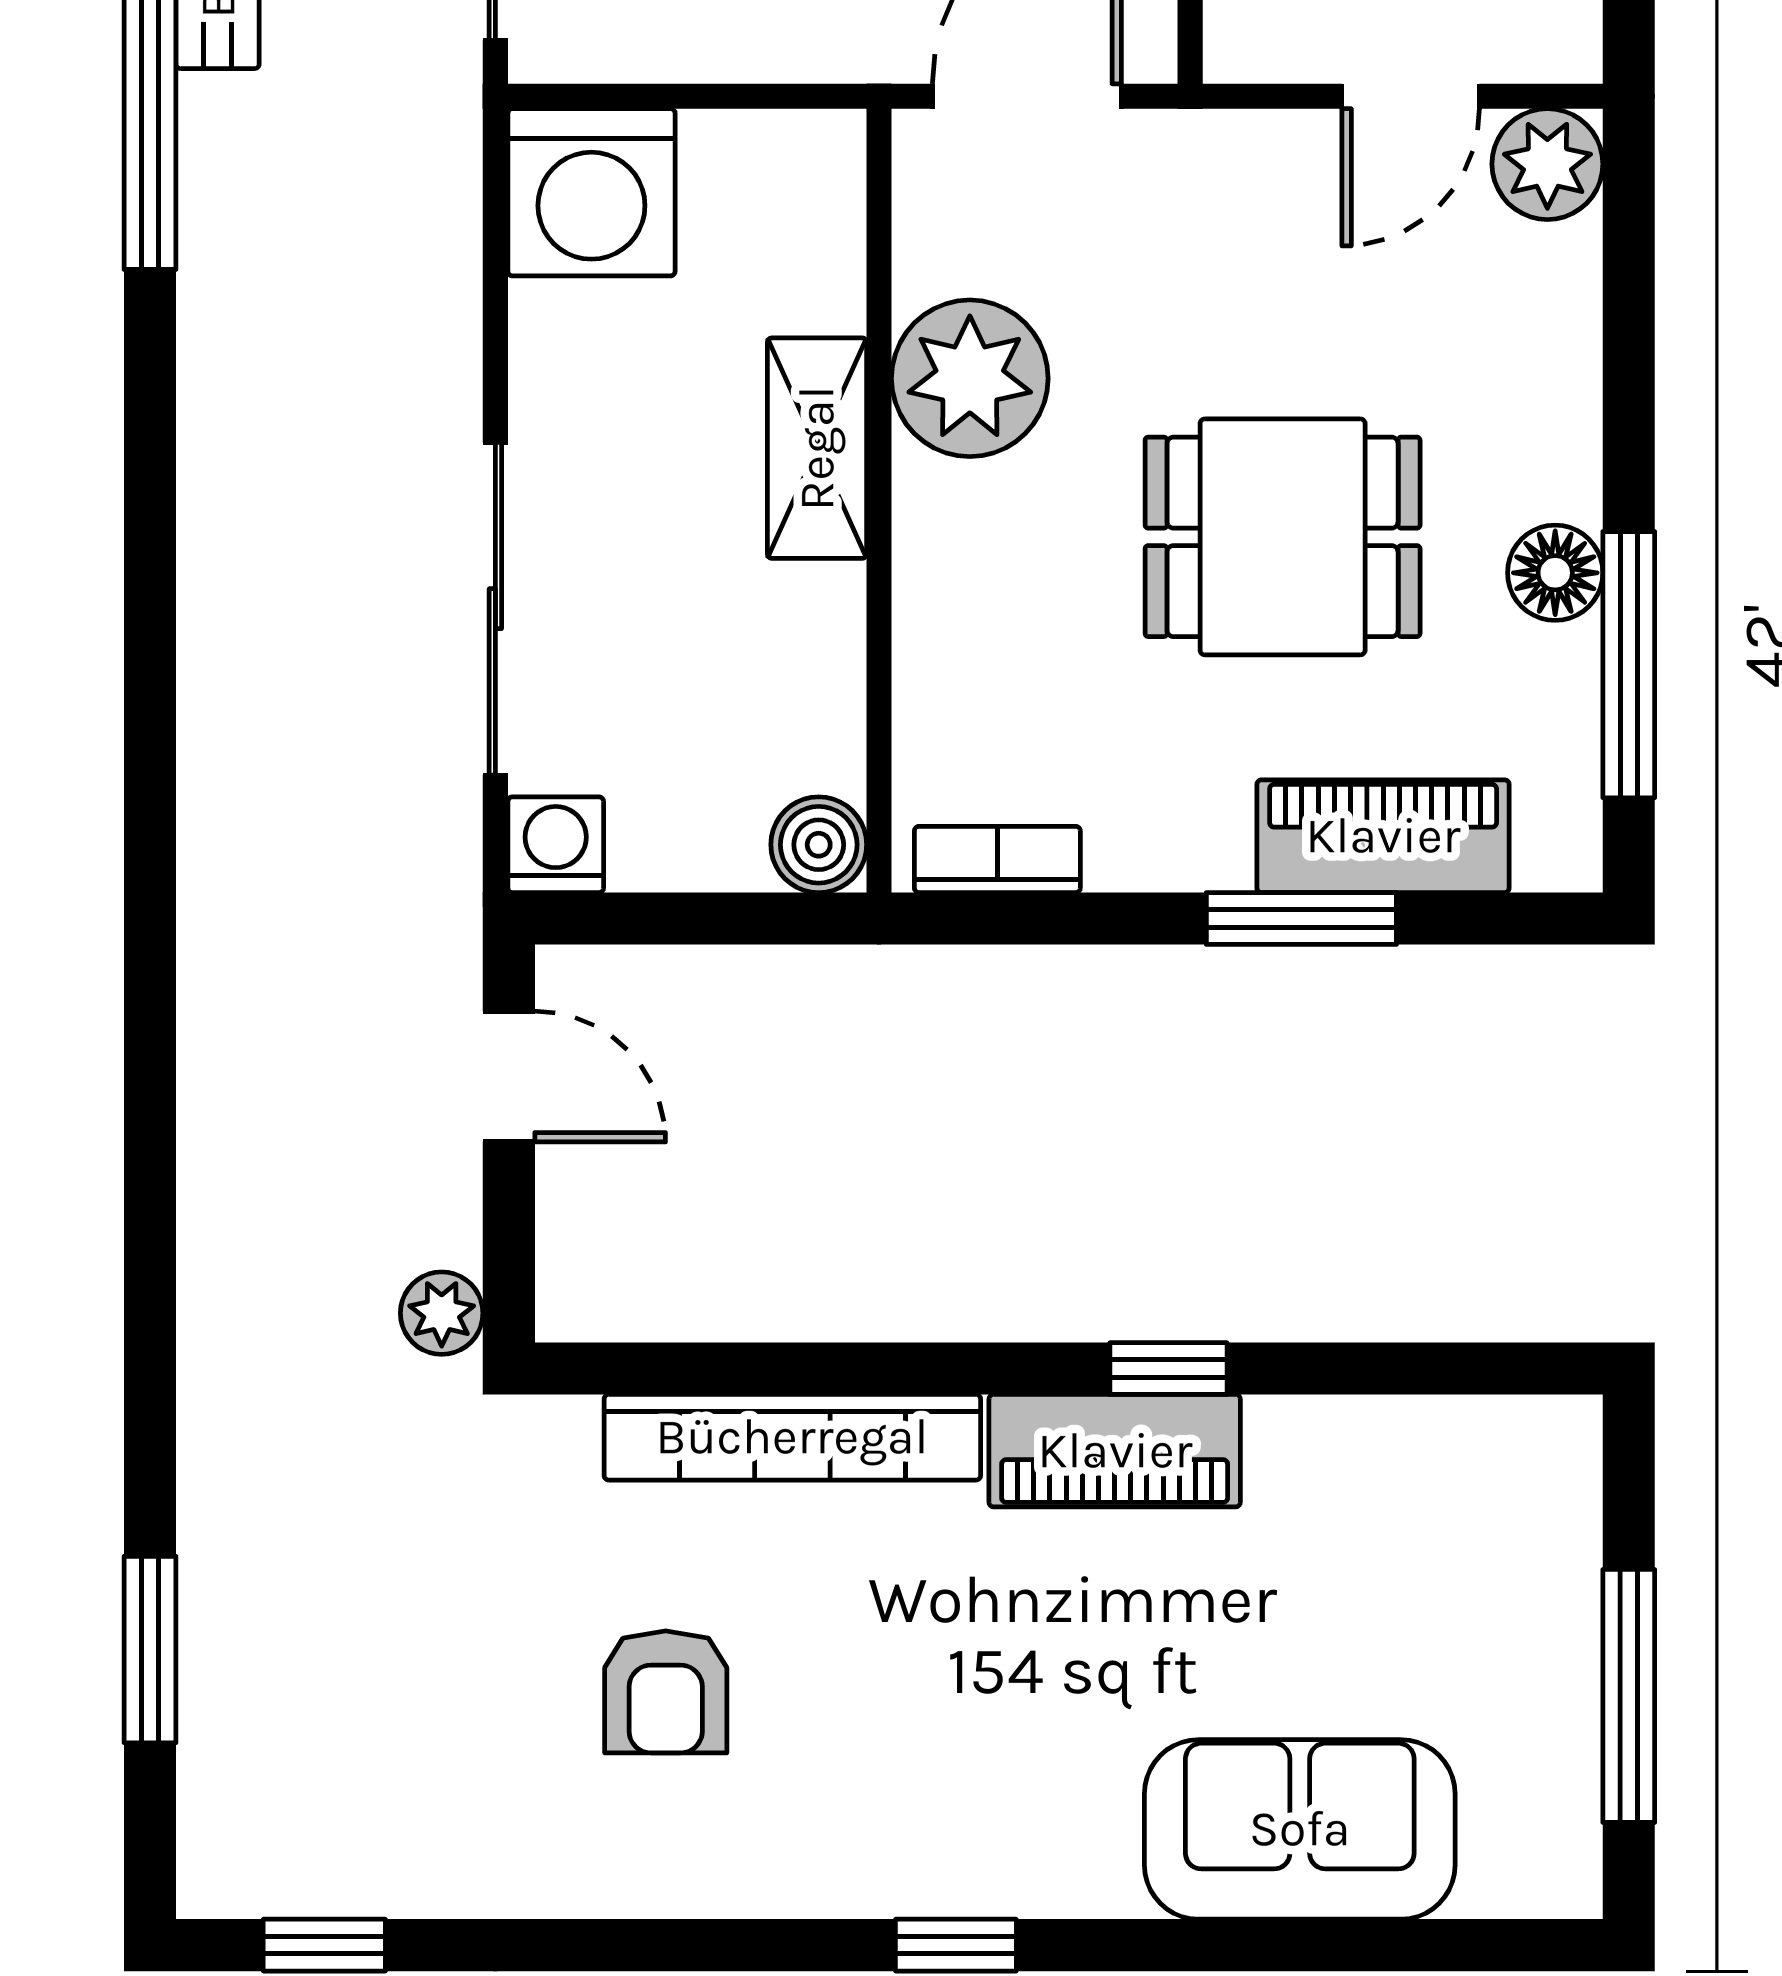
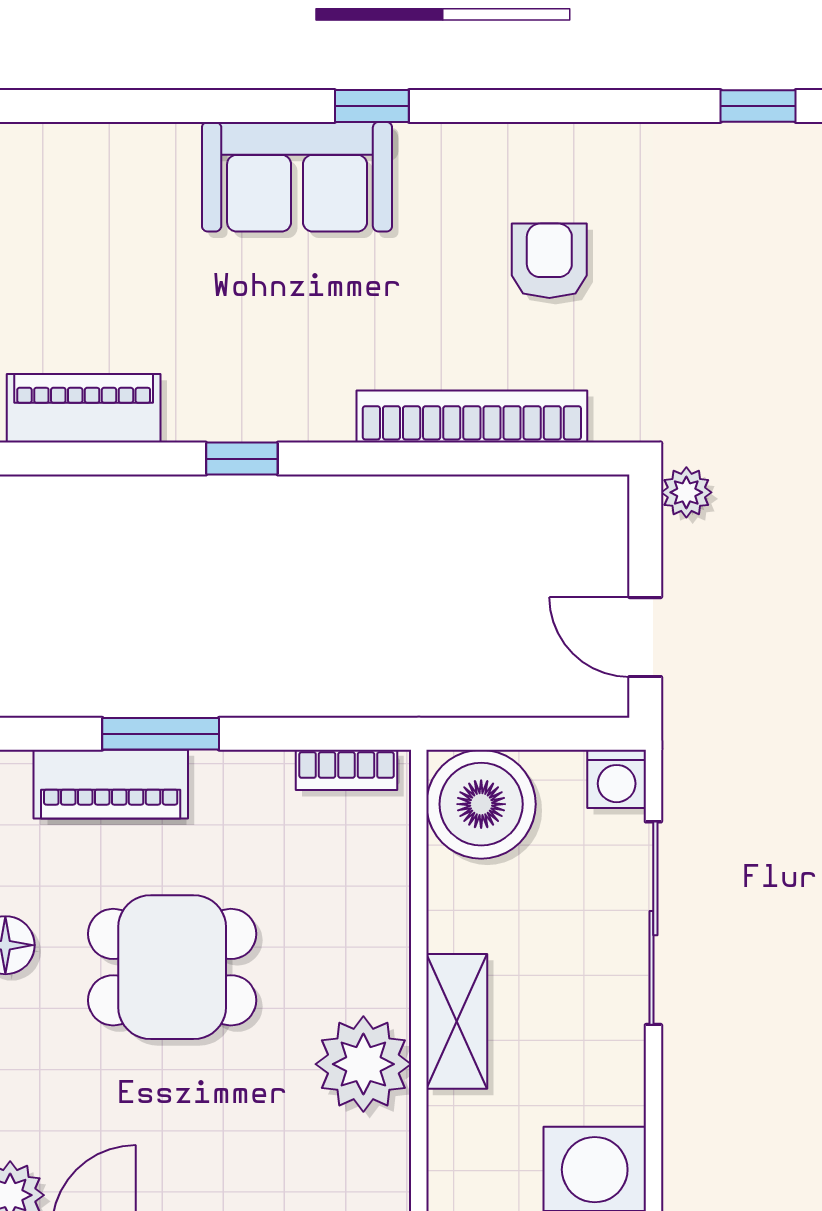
boiler: (819, 845) -> (481, 804), width x1.86, depth x1.86
piano: (1115, 1451) -> (84, 408), moved
sofa: (1300, 1829) -> (297, 177), moved

